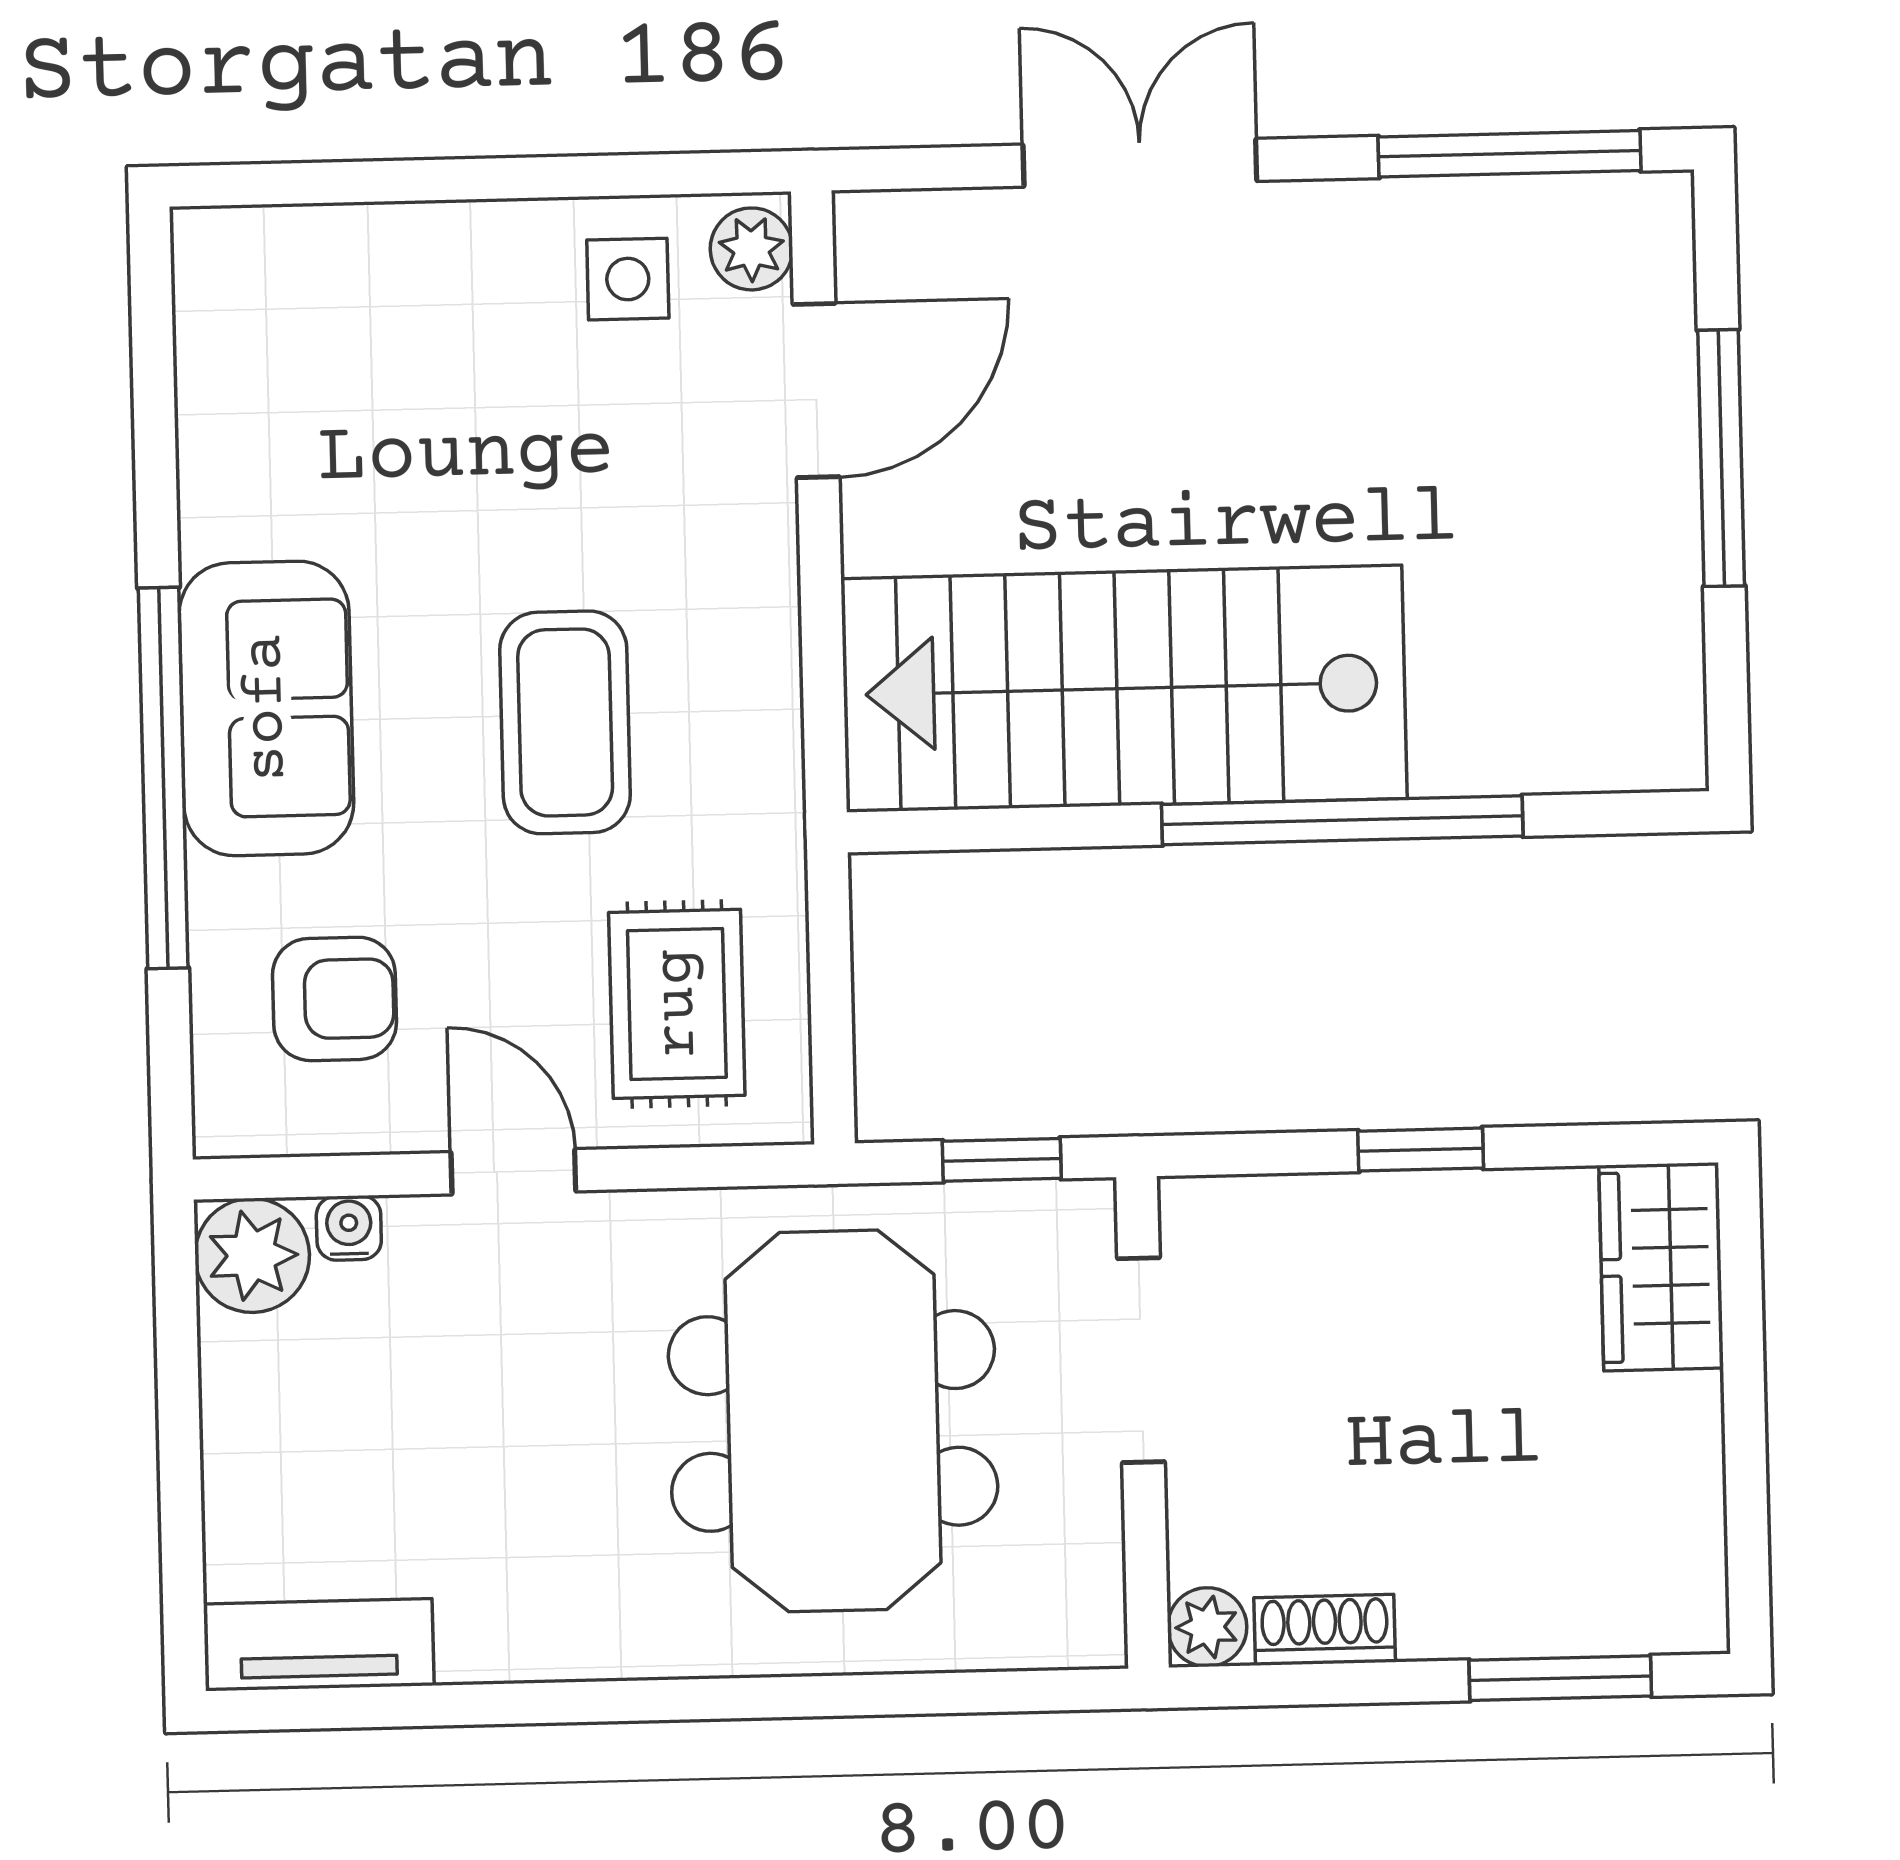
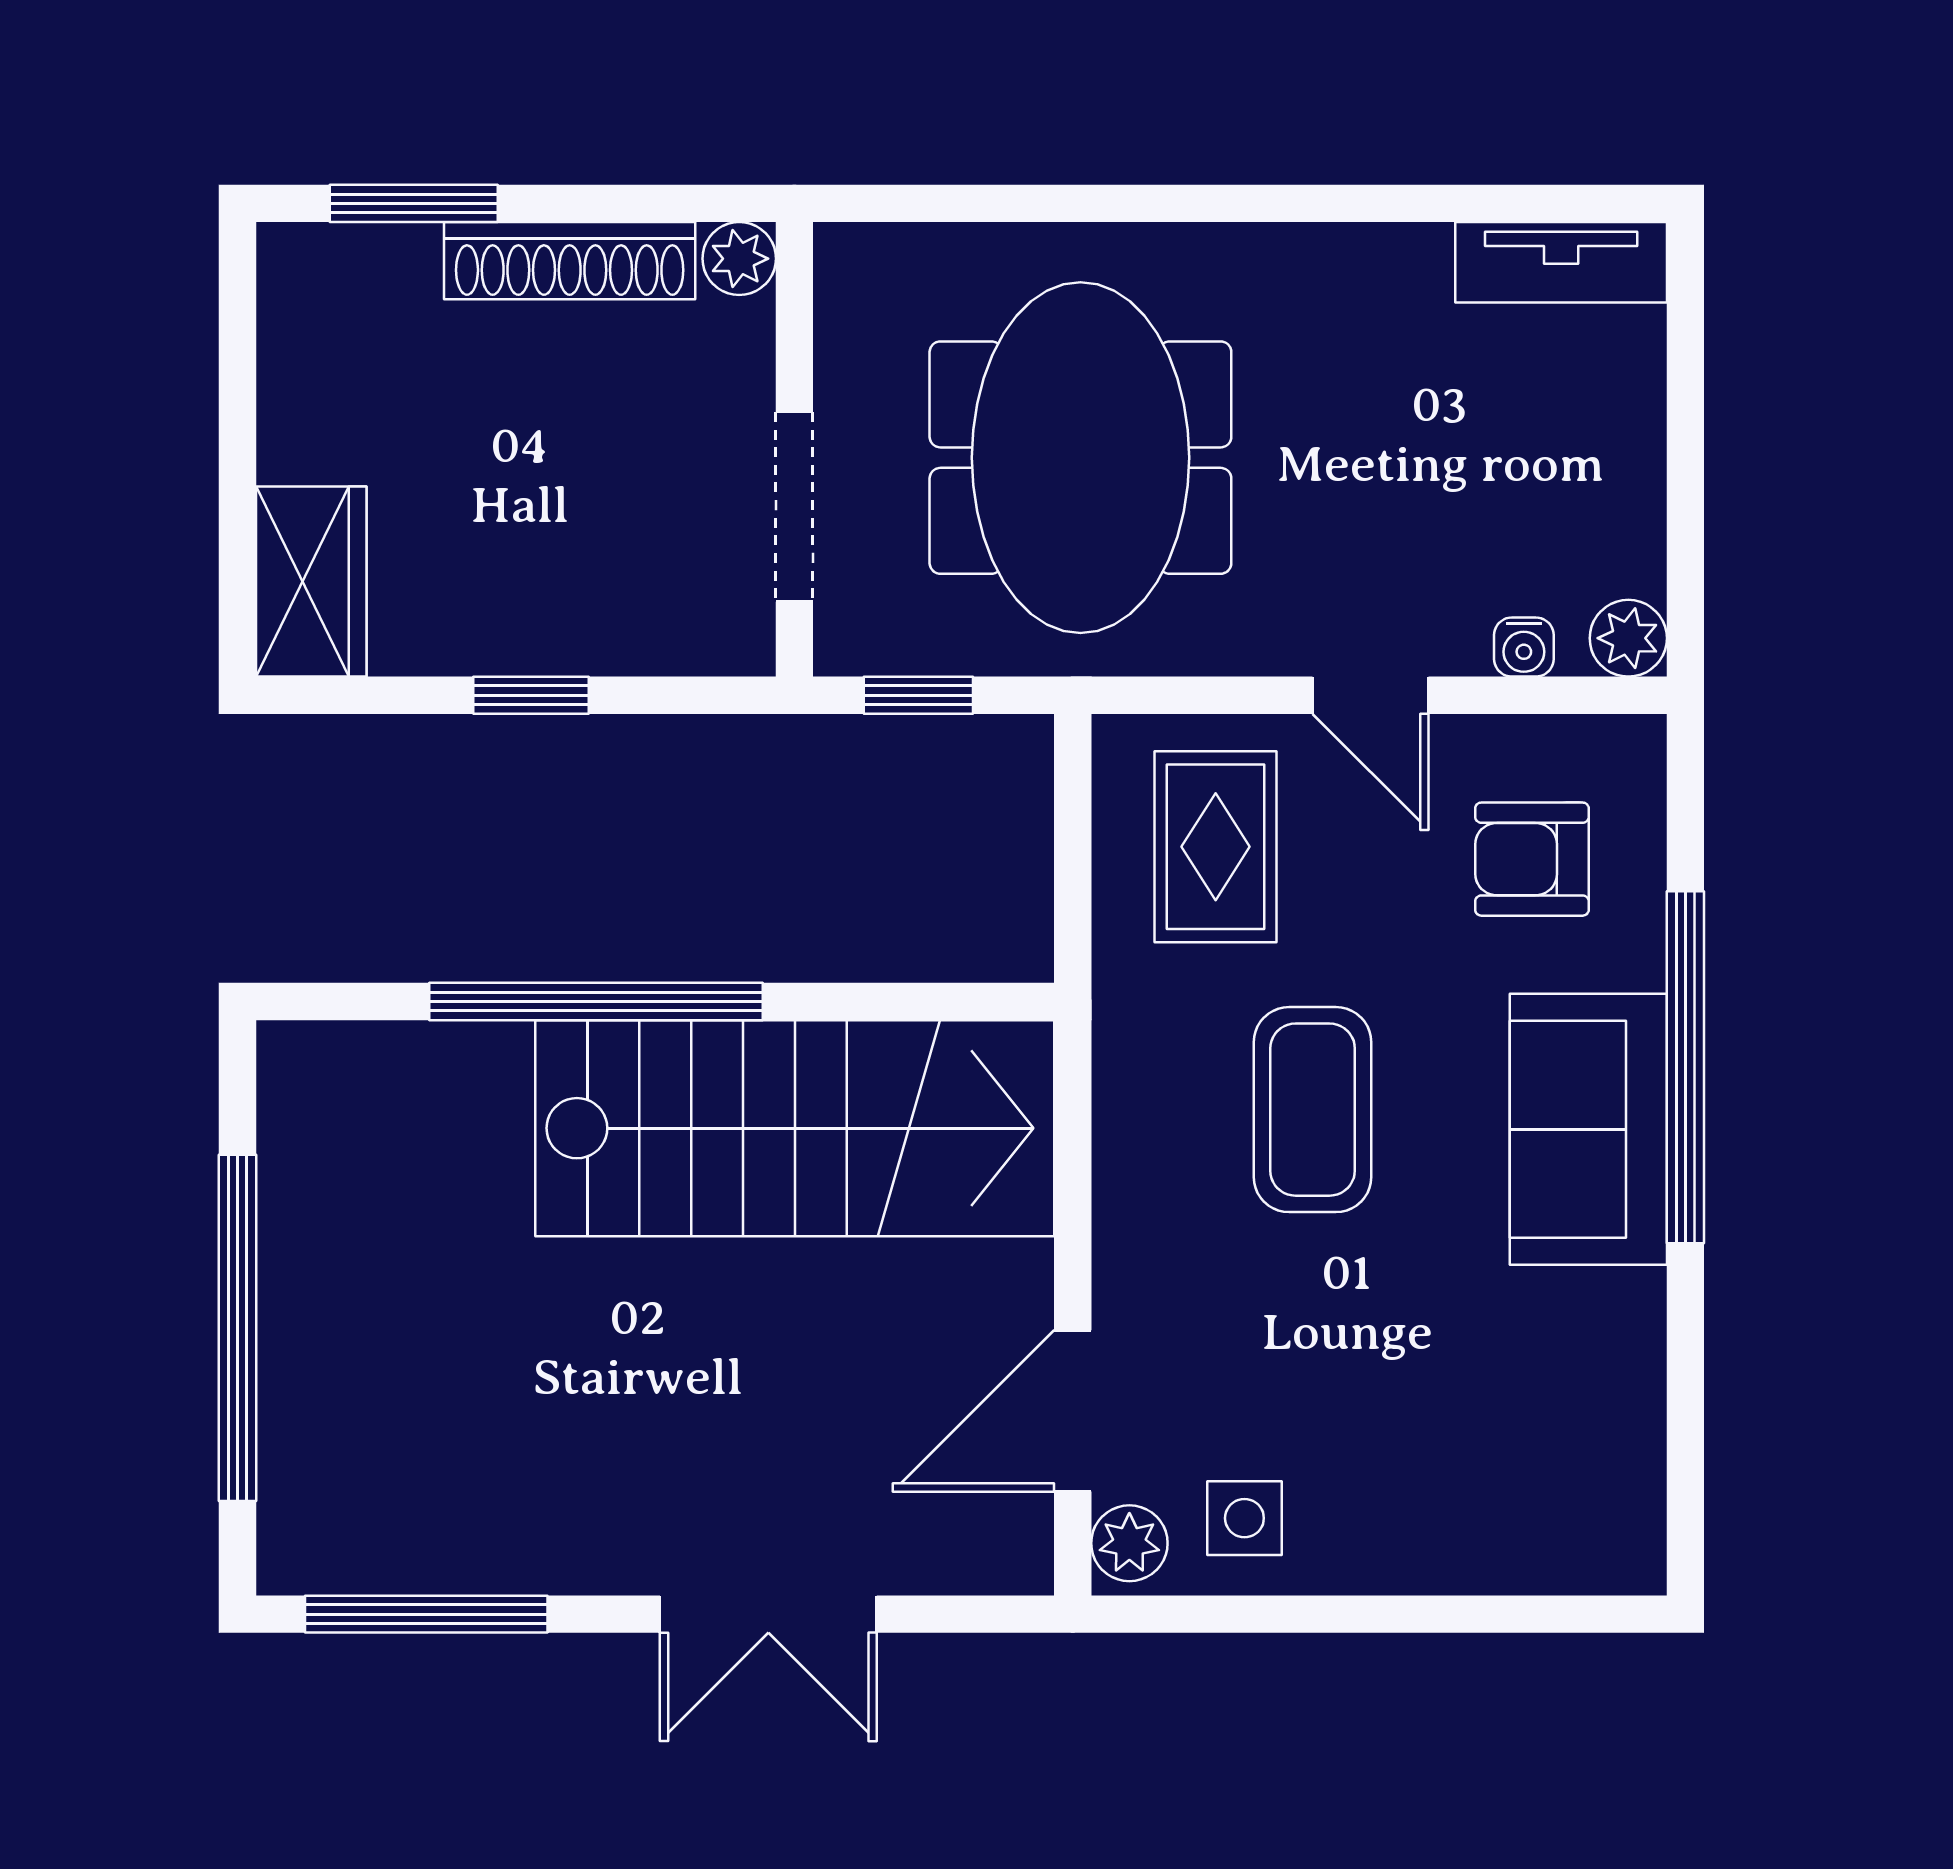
window: (1721, 458) -> (238, 1328), width x1.46
plant: (252, 1255) -> (1628, 638), width x0.73, depth x0.73
shoe rack: (1325, 1630) -> (570, 261), width x1.94, depth x1.24

